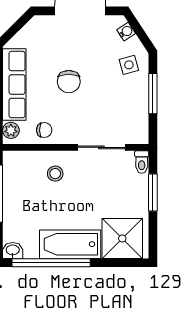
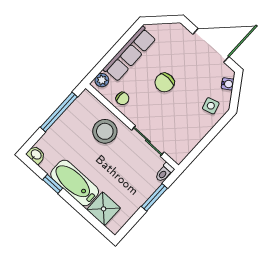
window: (153, 94) -> (209, 137), removed
stool: (55, 174) -> (105, 131), width x1.89, depth x1.89
shower: (122, 238) -> (104, 209), width x0.73, depth x0.73
window: (51, 263) -> (53, 184), width x0.32

